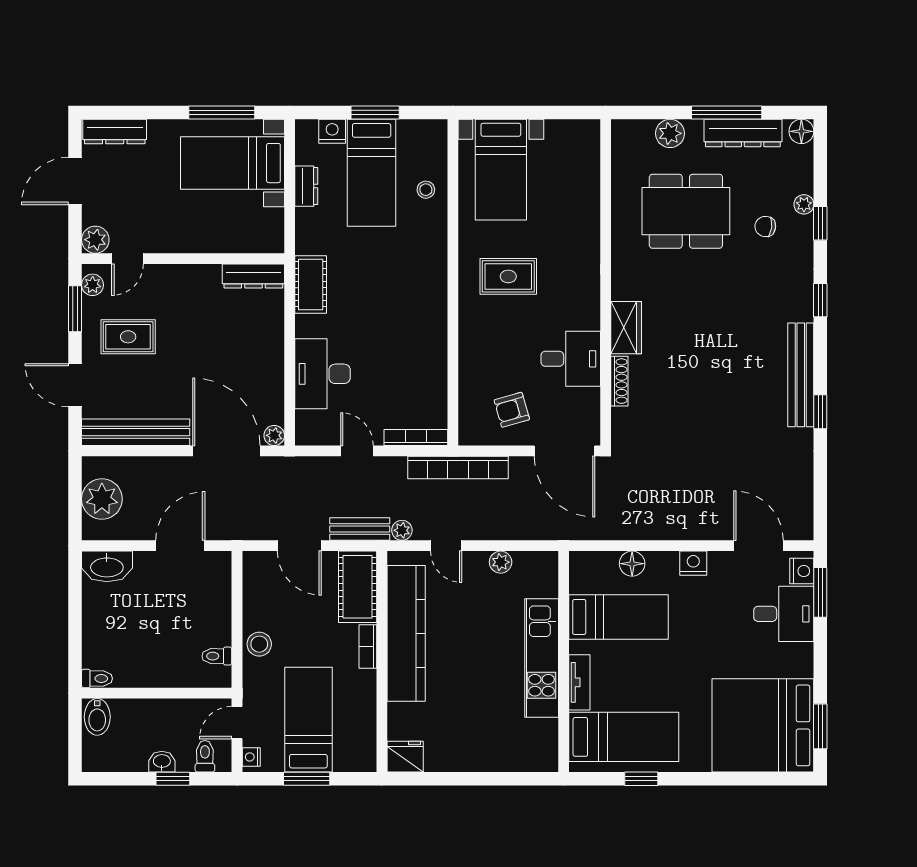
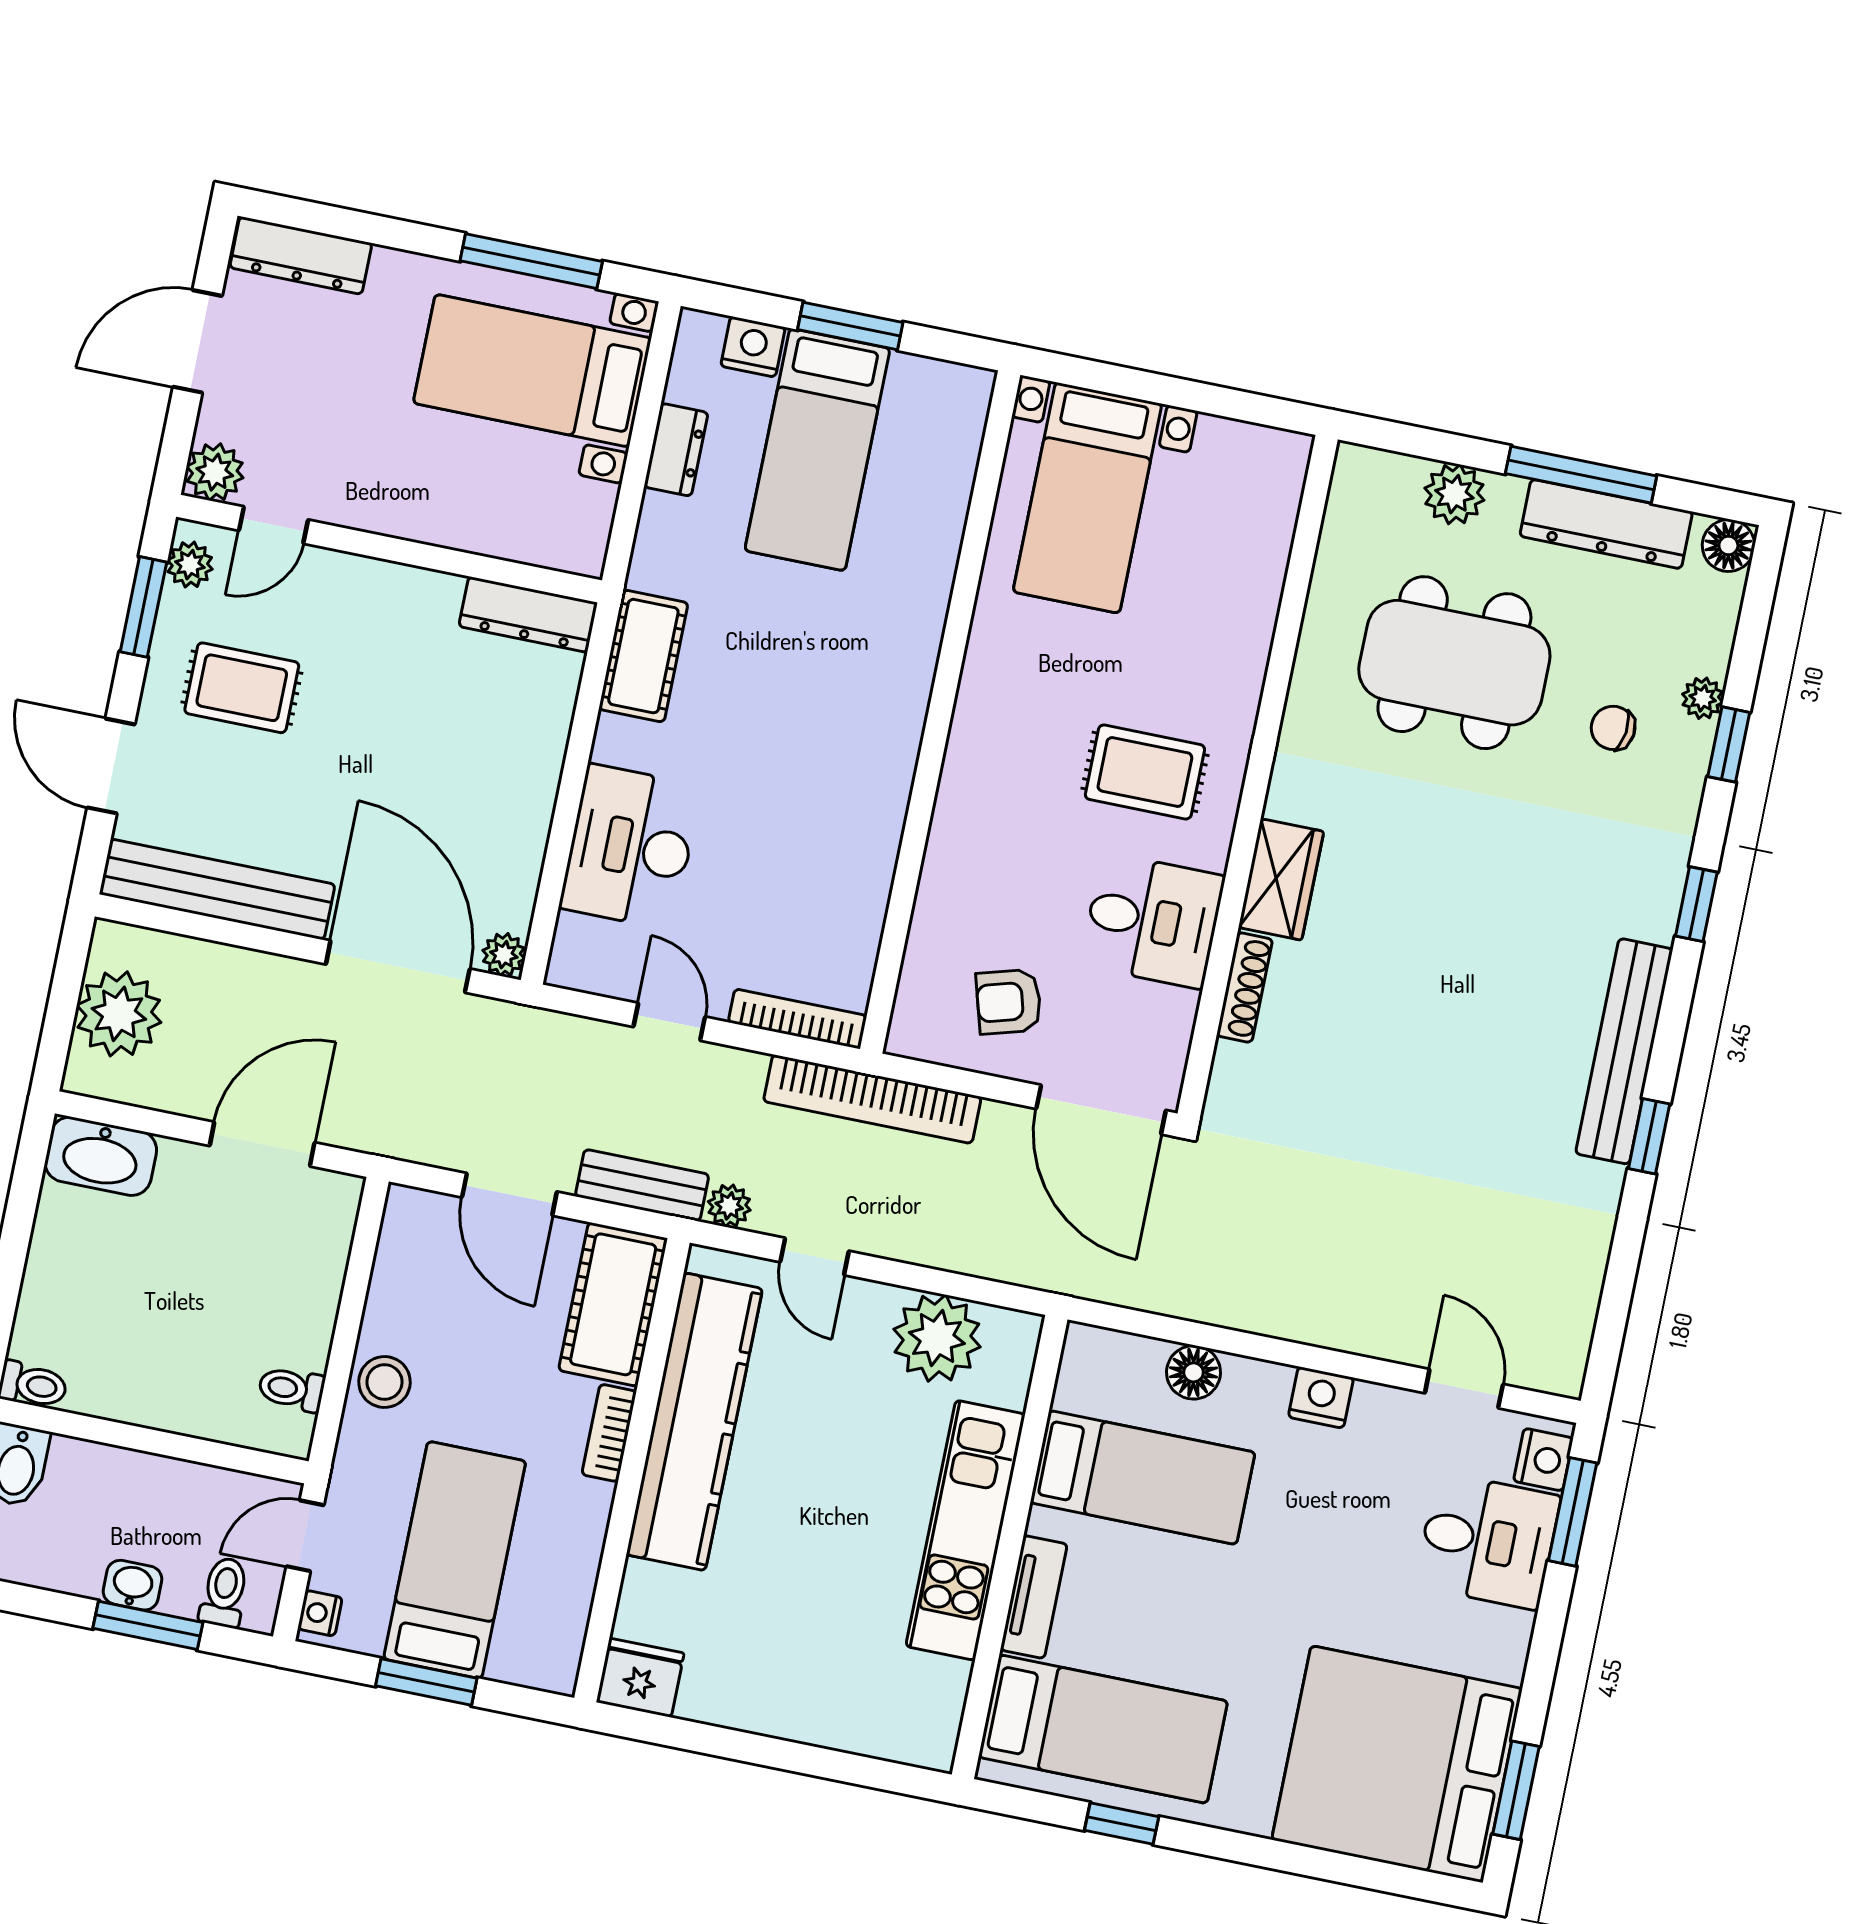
stool: (426, 190) -> (923, 508), removed
rug: (508, 276) -> (1145, 772), moved
door: (759, 546) -> (1464, 1389), width x0.73
plant: (501, 562) -> (937, 1338), width x1.87, depth x1.87
window: (173, 779) -> (148, 1625), width x1.50

